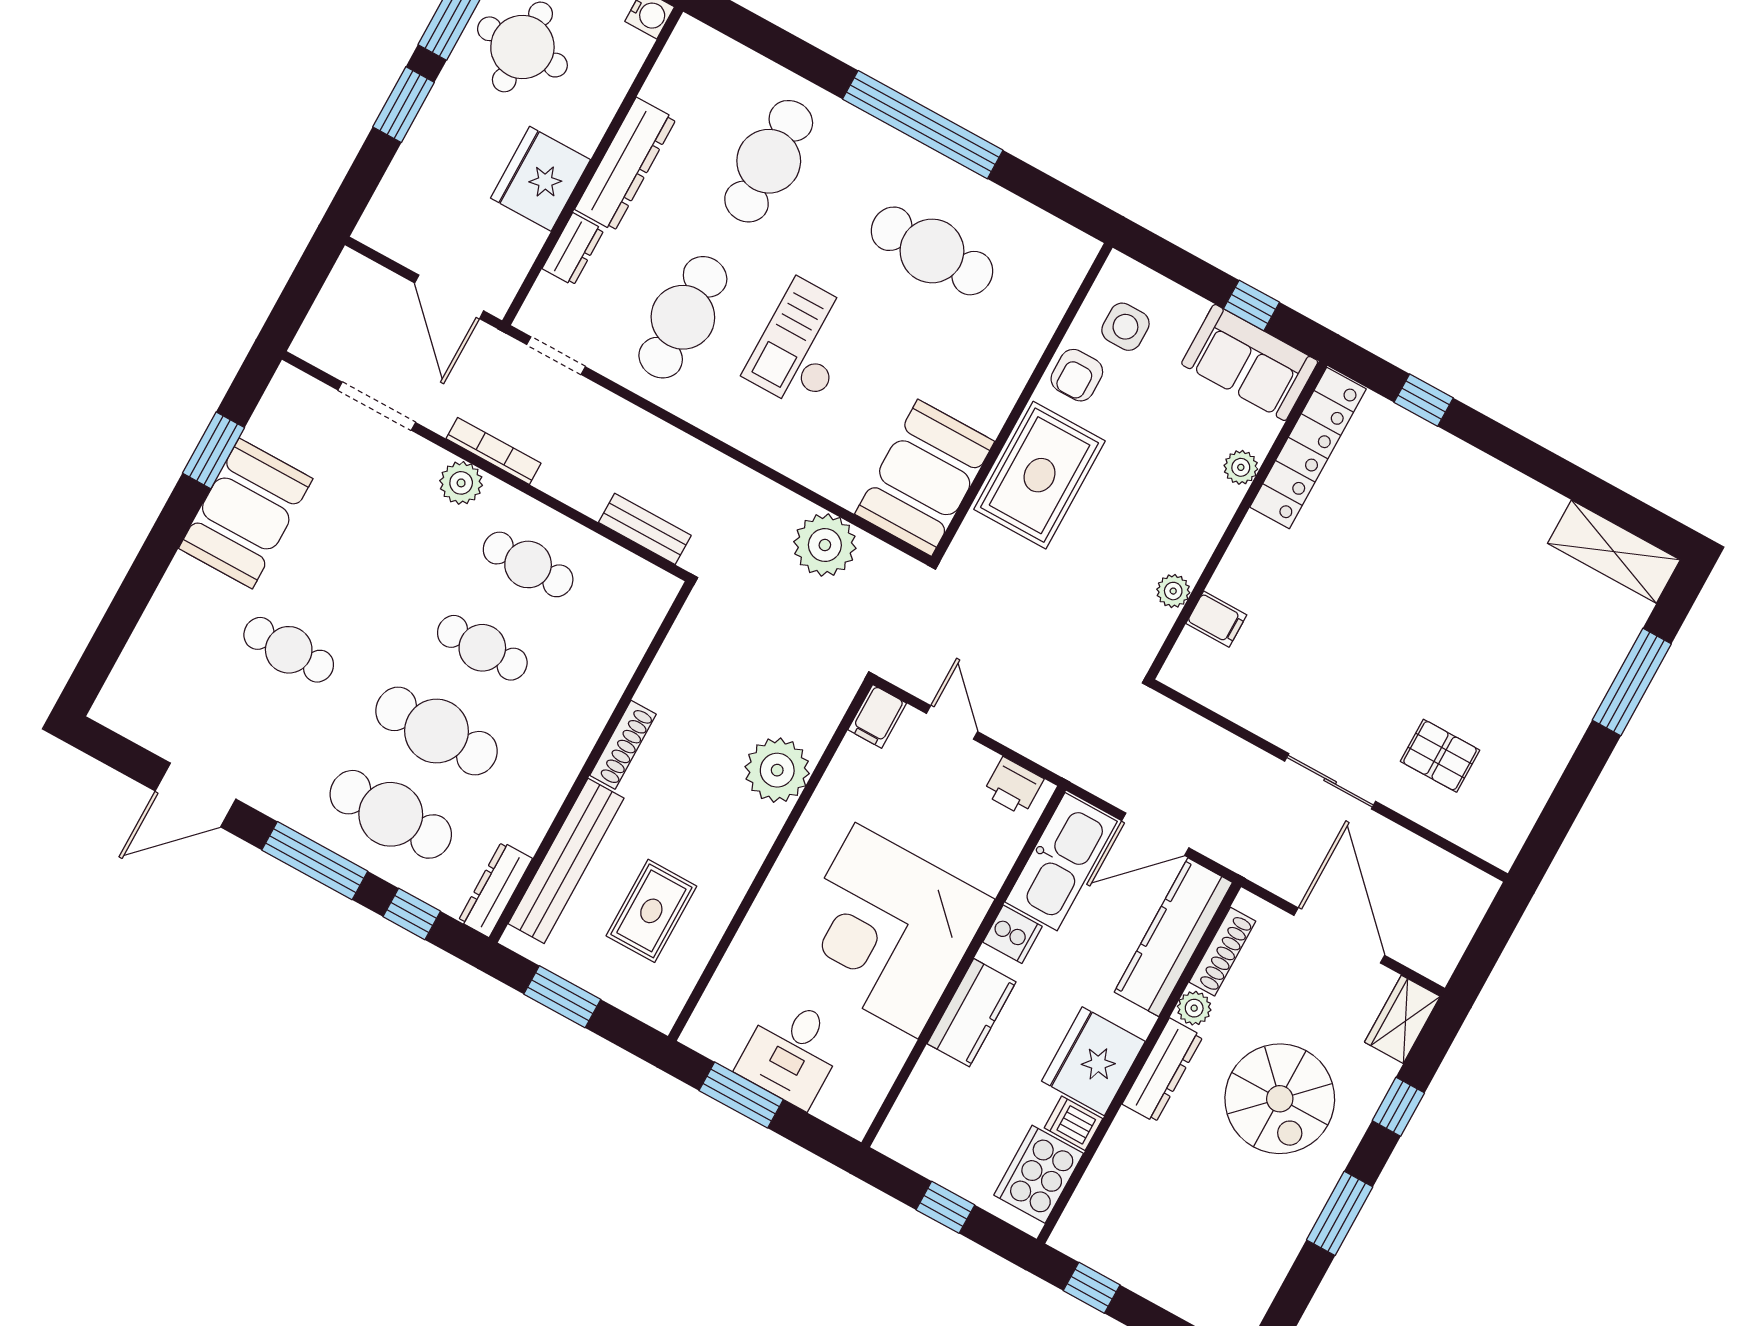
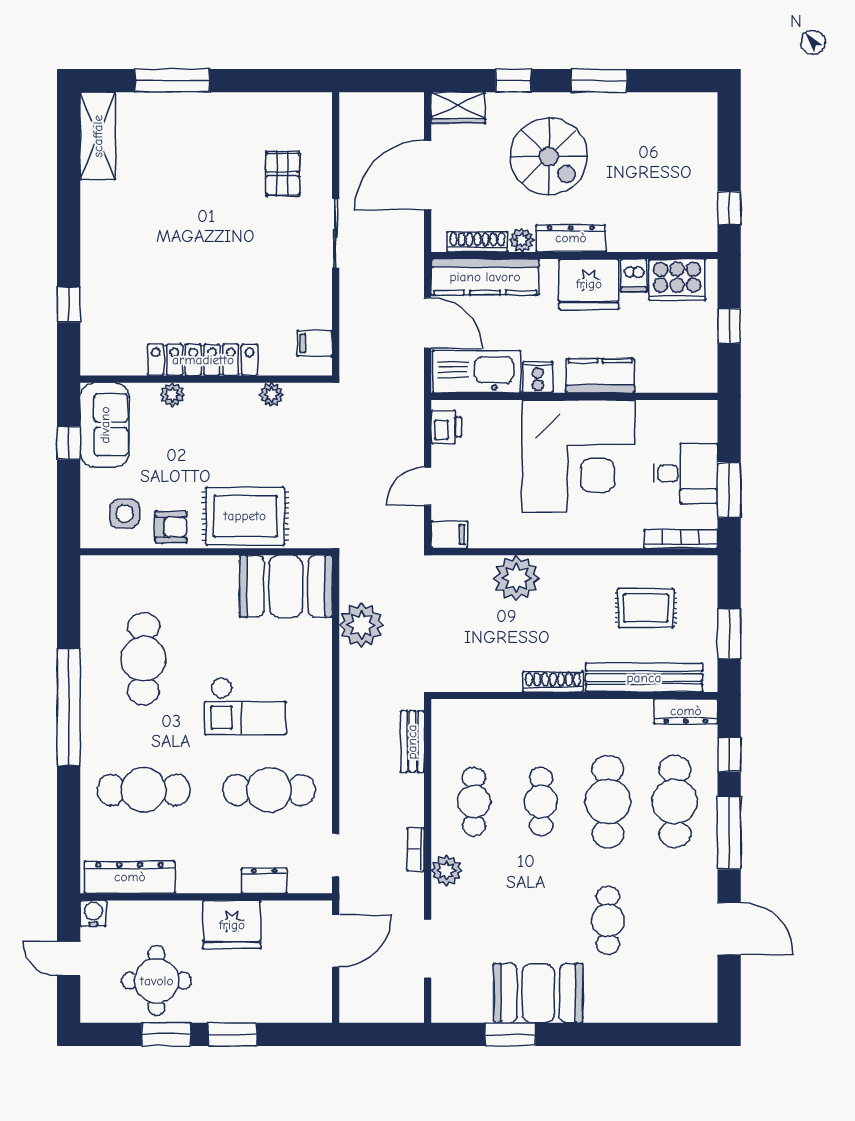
dresser: (625, 164) -> (130, 877), moved
locker: (1308, 448) -> (203, 360), moved
bookcase: (494, 451) -> (416, 849), width x0.64
filing cabinet: (1216, 619) -> (315, 343), moved, turned -90
bookcase: (714, 1001) -> (681, 539), added
spiral stairs: (1280, 1099) -> (549, 156), turned 90

